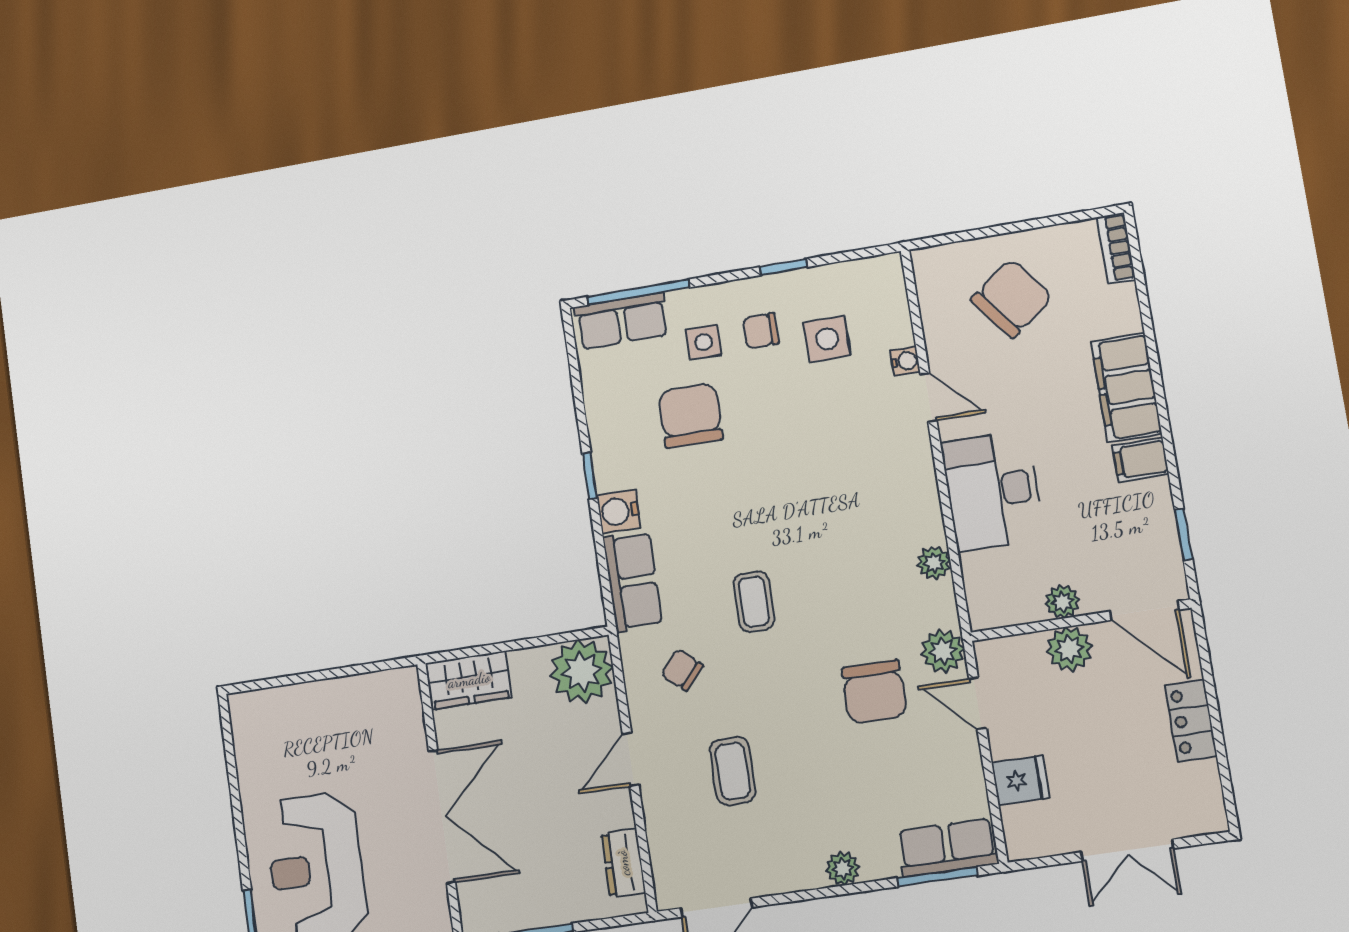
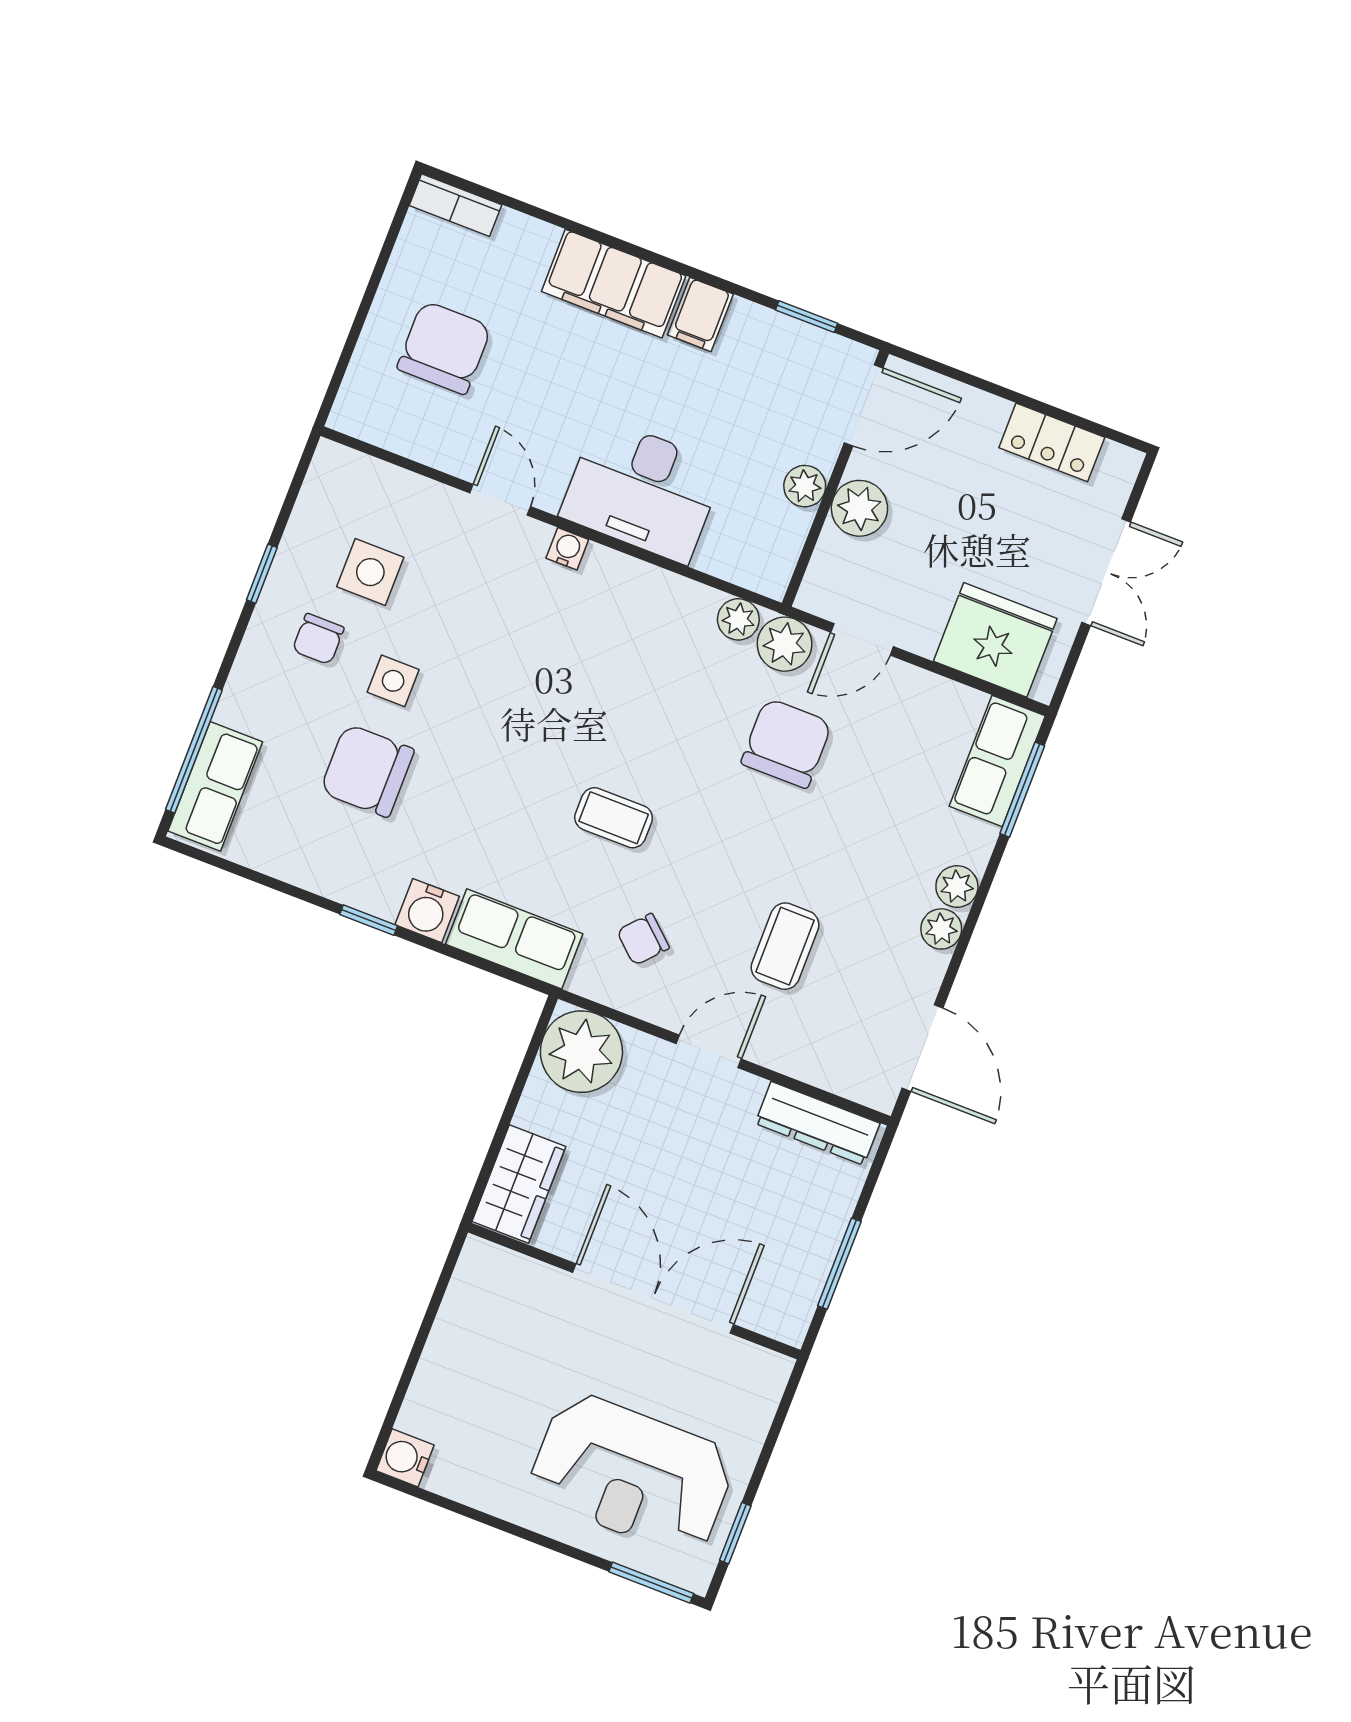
chair: (1012, 298) -> (444, 348), turned 37
side table: (704, 342) -> (393, 681), moved
water cooler: (905, 361) -> (567, 549), moved
door: (929, 397) -> (500, 500), hinge flipped
plant: (934, 563) -> (738, 619), moved
chair: (874, 692) -> (786, 743), turned -90
water cooler: (245, 709) -> (405, 1458), added
locker: (1191, 721) -> (1052, 442), moved
door: (631, 759) -> (709, 1051), swing flipped
coffee table: (733, 771) -> (785, 946), turned 90
fridge: (1020, 780) -> (995, 640), width x1.88, depth x1.34
dresser: (623, 863) -> (817, 1123), width x1.44
plant: (807, 874) -> (941, 929), added

